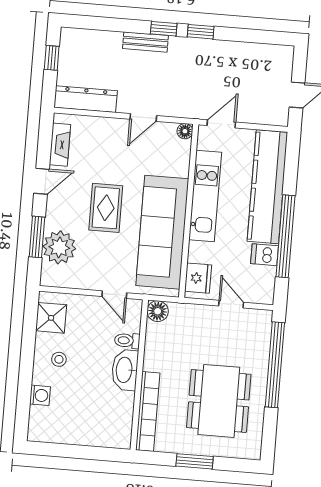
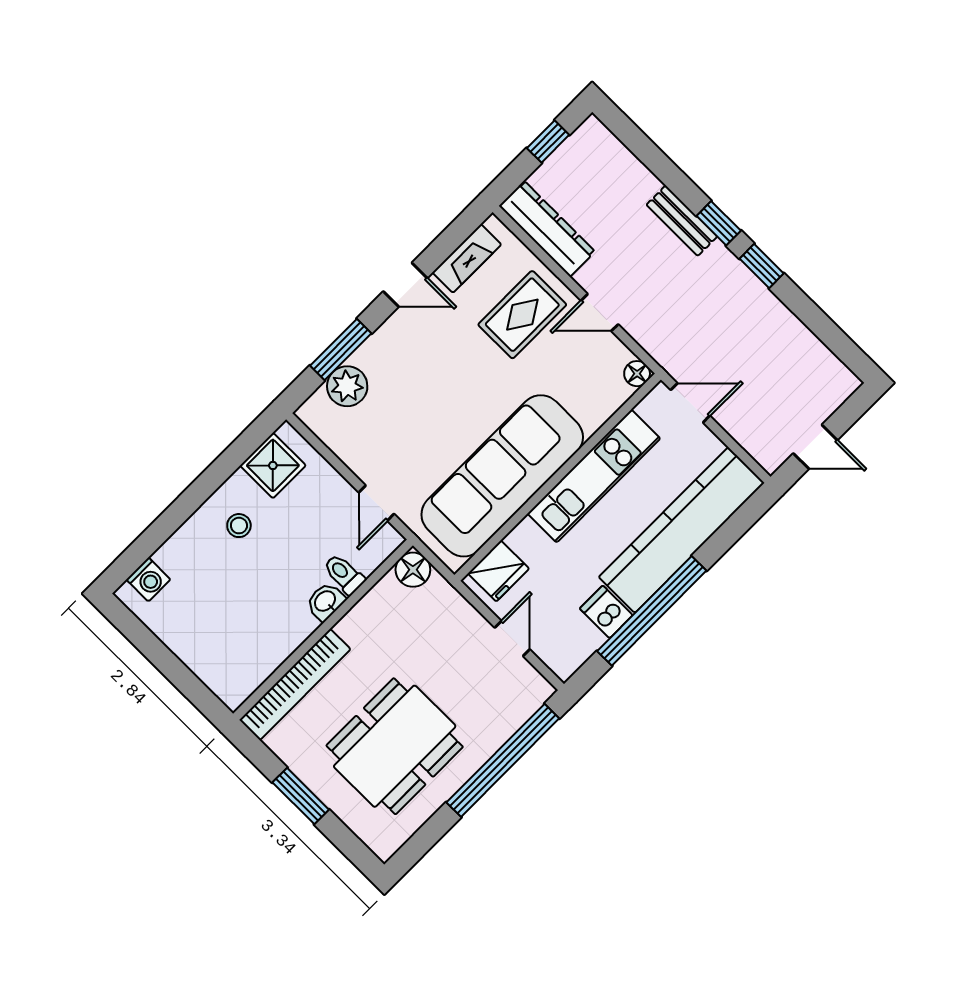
rug: (106, 208) -> (522, 315), moved
plant: (59, 247) -> (347, 386), width x0.73, depth x0.73
washbasin: (125, 370) -> (326, 602), width x0.52, depth x0.69
washing machine: (40, 395) -> (148, 580), moved

